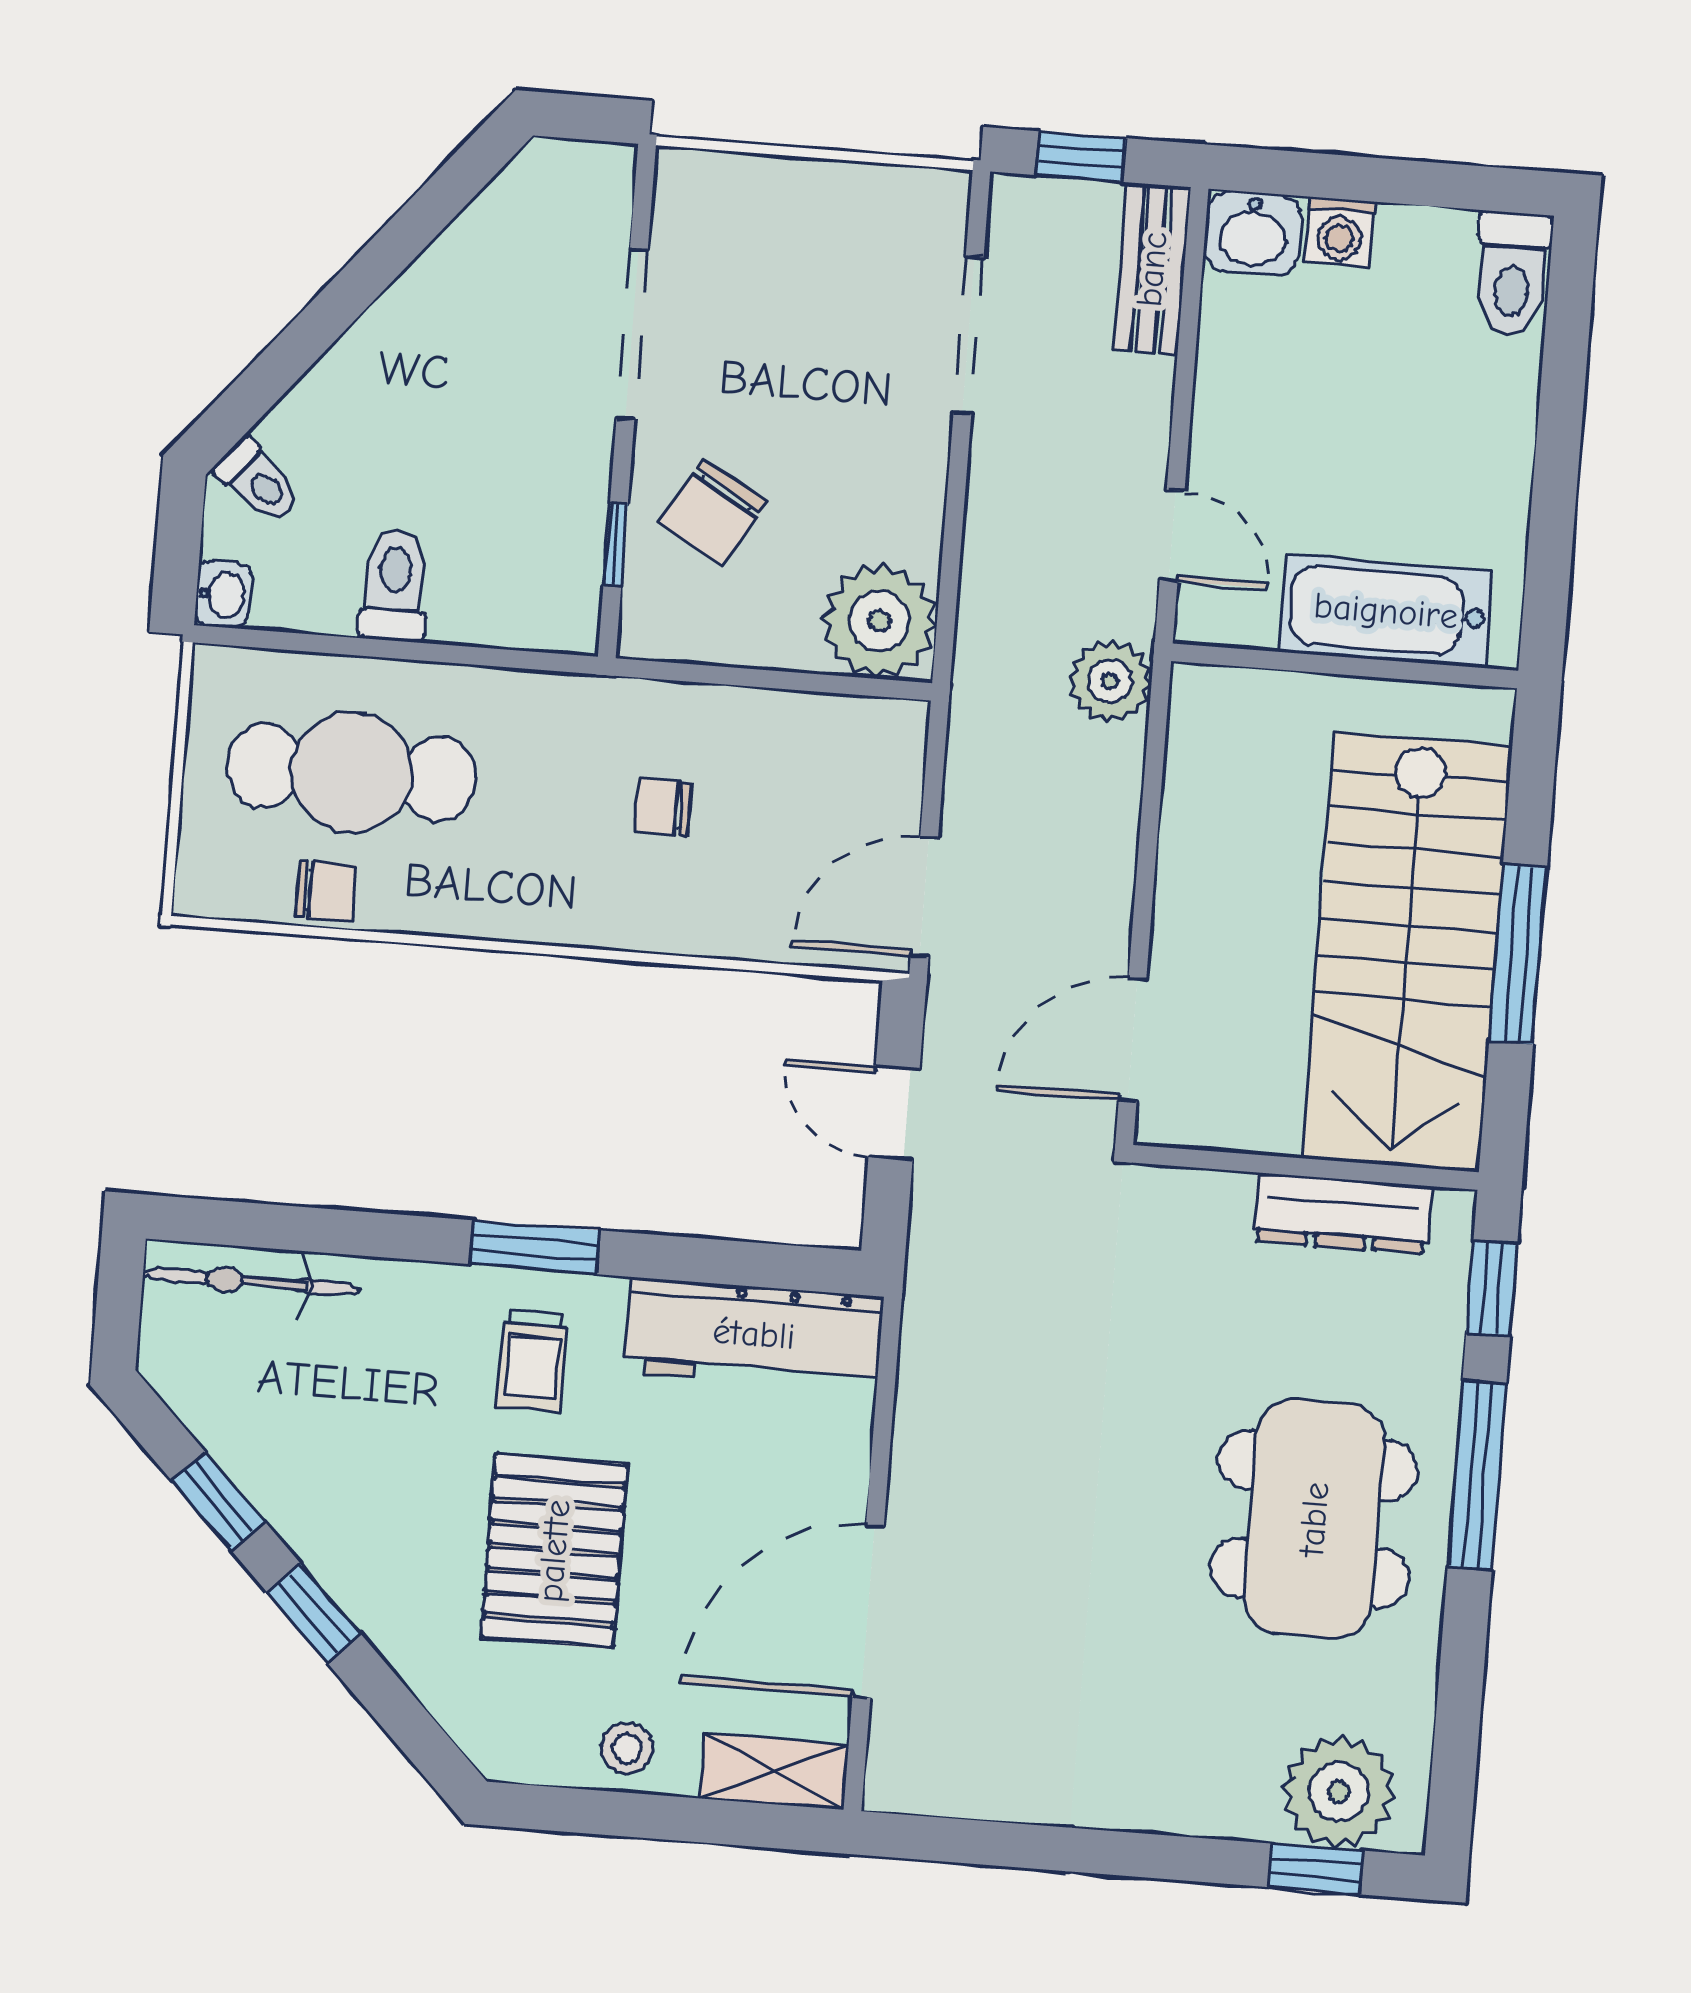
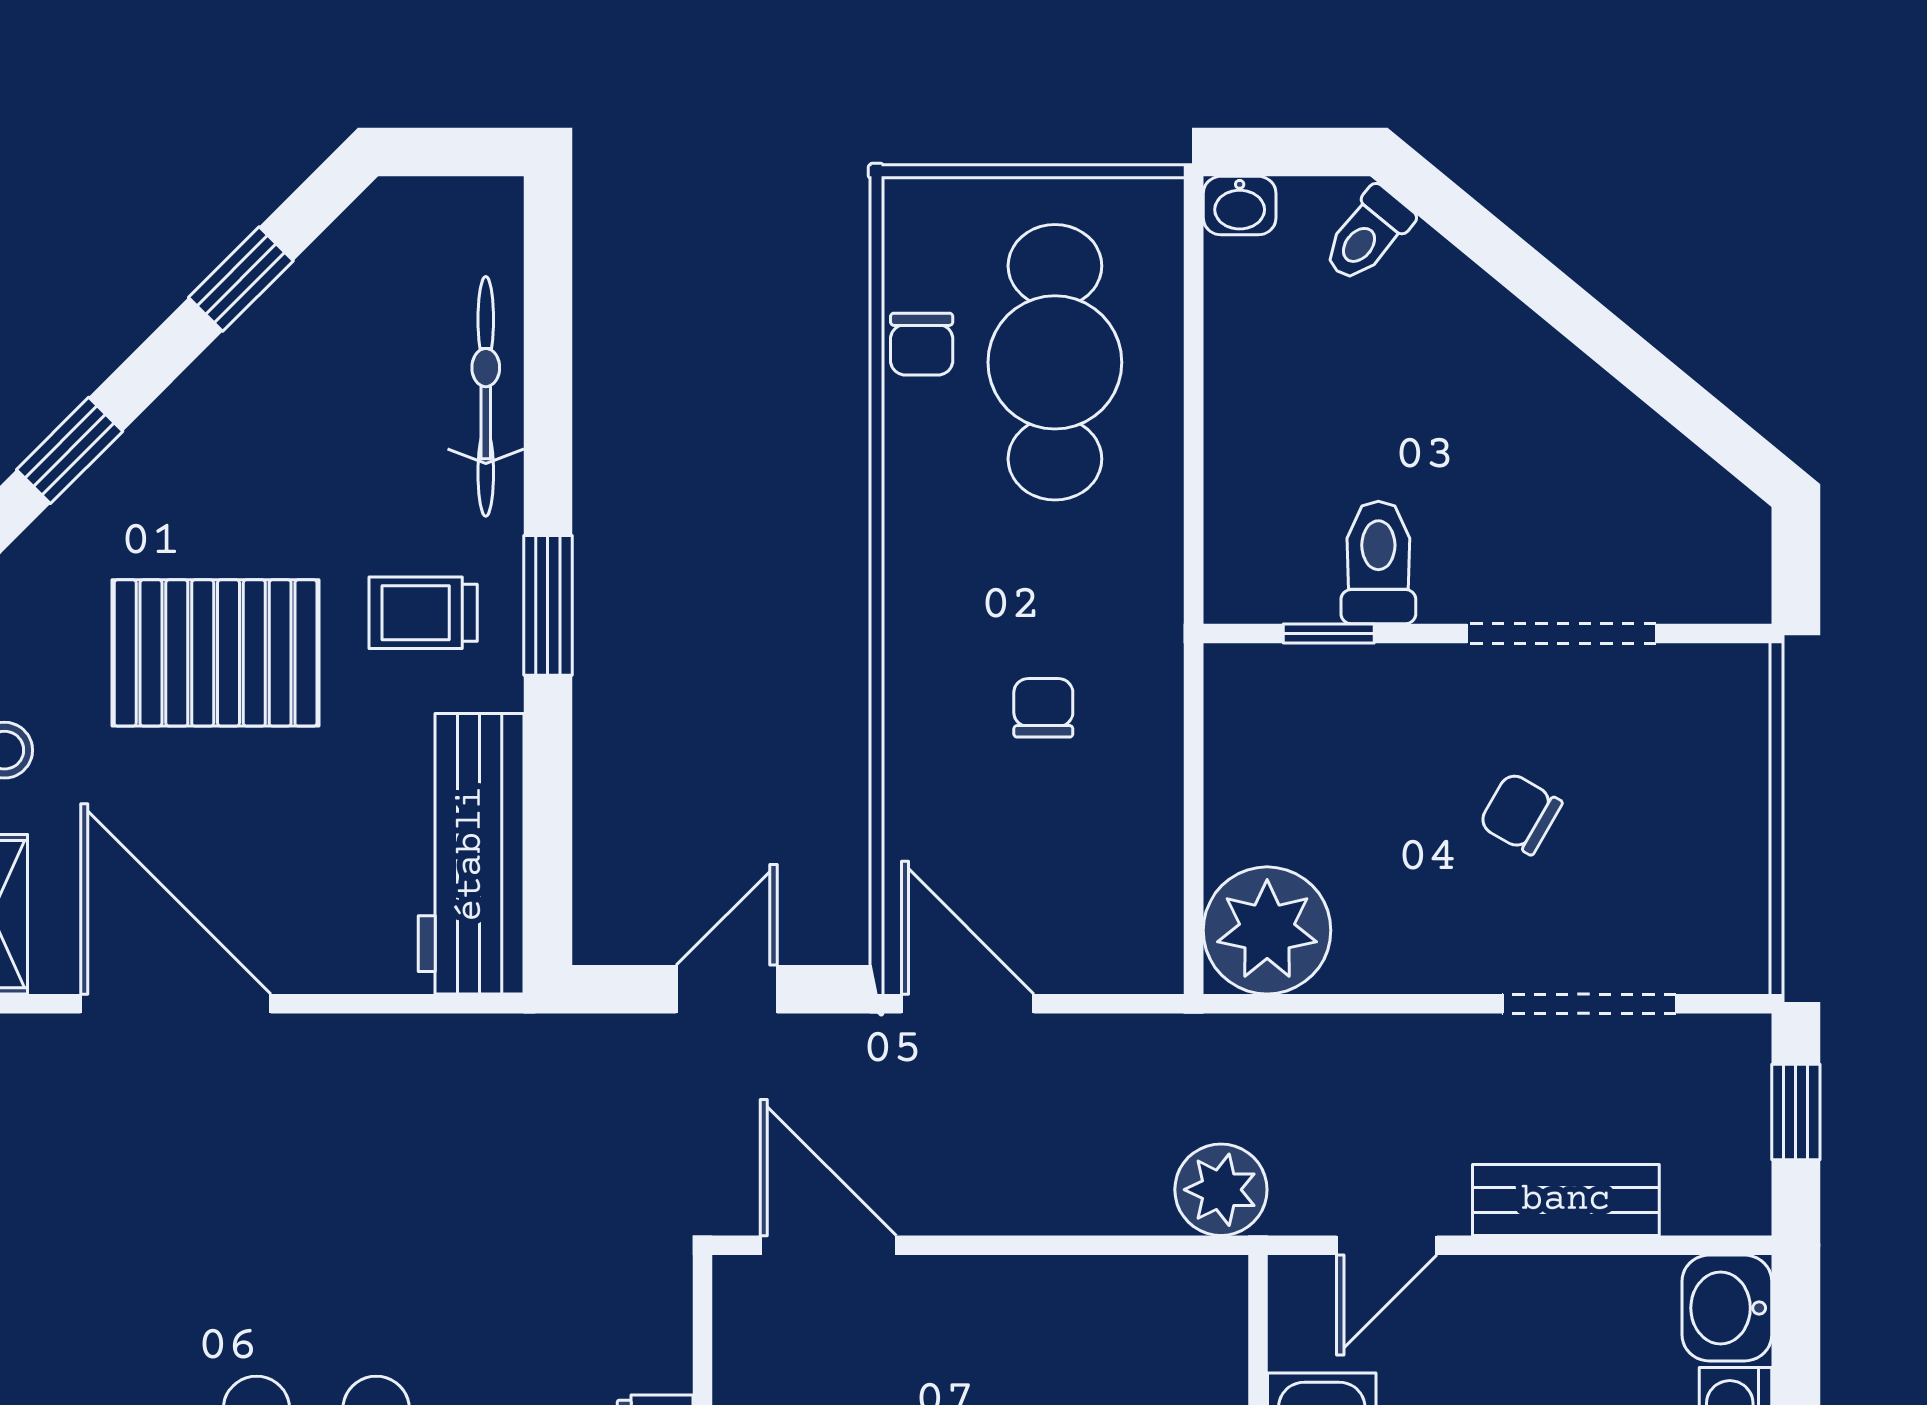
bench: (1152, 269) -> (1566, 1200), moved
chair: (713, 512) -> (1521, 813), moved, width x0.73, depth x0.73
toilet: (394, 585) -> (1378, 562), moved, turned -90
bicycle: (251, 1281) -> (486, 396), moved
window: (314, 1613) -> (70, 450), moved

